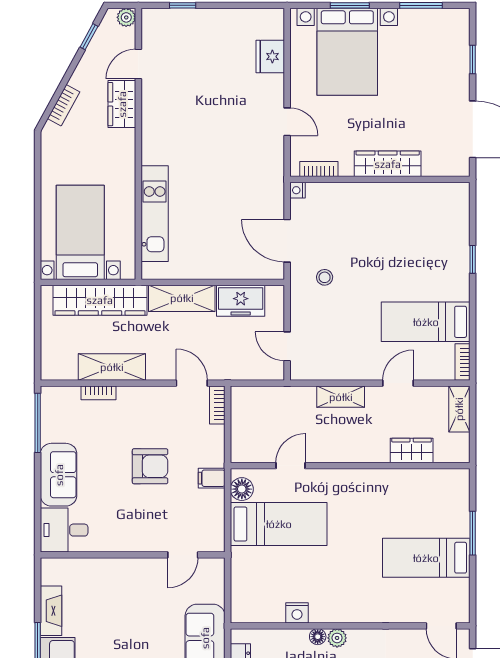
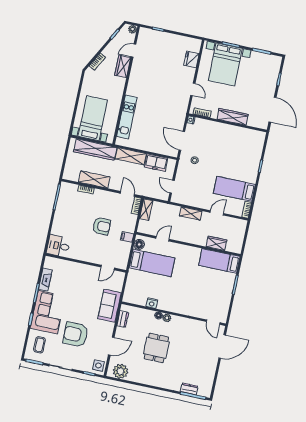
shelving: (459, 409) -> (146, 210), moved
sofa: (59, 475) -> (61, 221), removed
bed: (426, 558) -> (219, 261), moved

